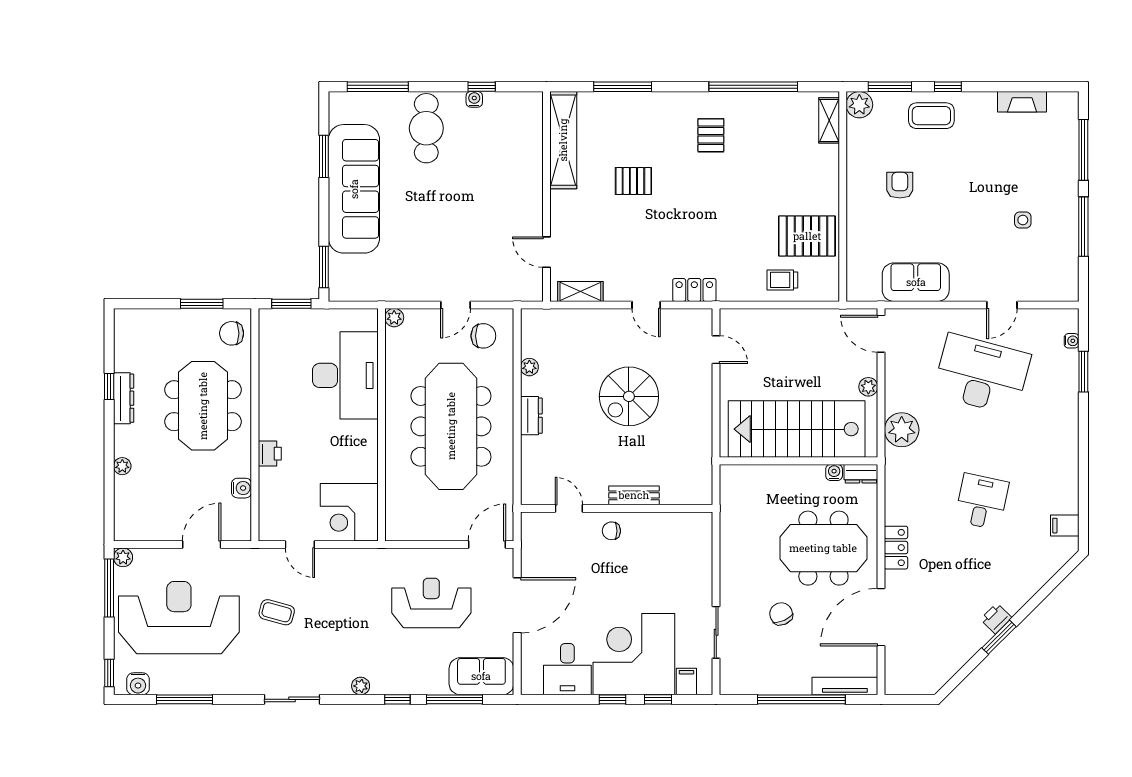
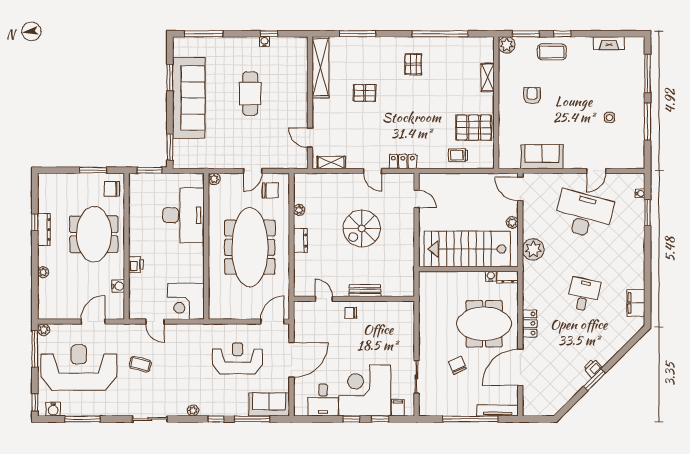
shelving: (829, 120) -> (488, 77), moved
cafe table: (426, 128) -> (250, 94), moved
filing cabinet: (1065, 526) -> (636, 303), width x2.00

